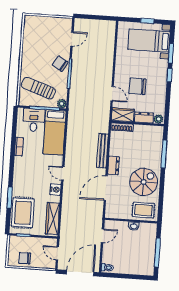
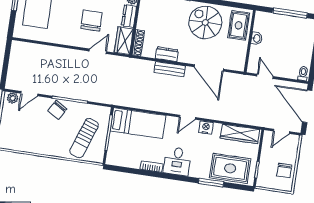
door: (72, 39) -> (29, 94), swing flipped
chair: (137, 86) -> (91, 21), turned 180
plant: (62, 104) -> (13, 98), moved
desk: (34, 120) -> (177, 161), moved, turned -90
bench: (102, 151) -> (170, 69), width x0.73
dresser: (113, 165) -> (167, 54), moved

